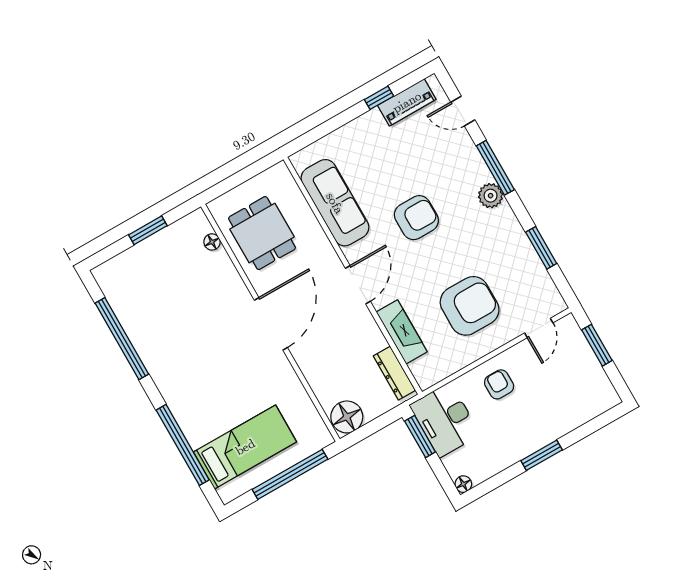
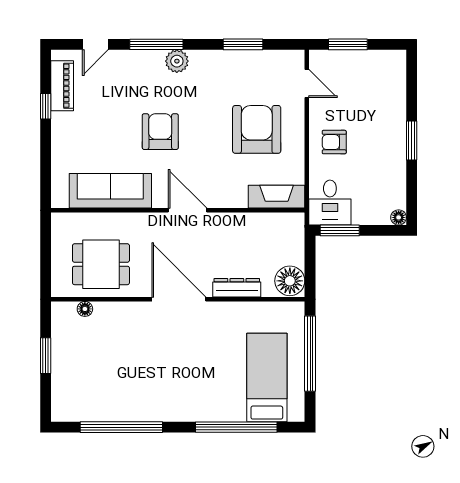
fireplace: (402, 332) -> (277, 197), moved
dresser: (394, 373) -> (237, 288), moved, turned 180
desk: (445, 420) -> (330, 203), width x0.73

